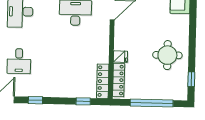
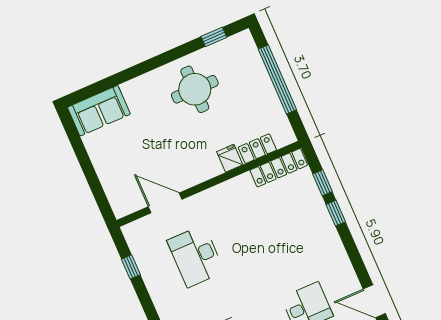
locker: (119, 80) -> (257, 149), width x0.66
window: (35, 100) -> (336, 213), moved

